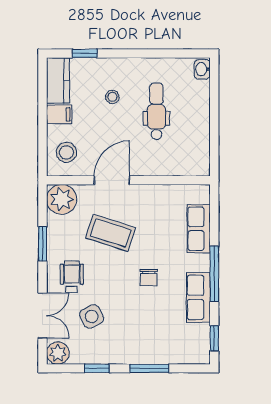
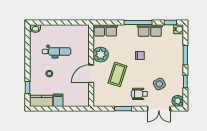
dental chair: (157, 111) -> (56, 51), turned 180
stool: (66, 152) -> (77, 97), removed
door: (112, 180) -> (91, 74), hinge flipped
plant: (62, 199) -> (101, 55), moved
row of seats: (199, 229) -> (105, 30), moved
double door: (43, 315) -> (159, 109), swing flipped
water cooler: (201, 355) -> (179, 29), added

